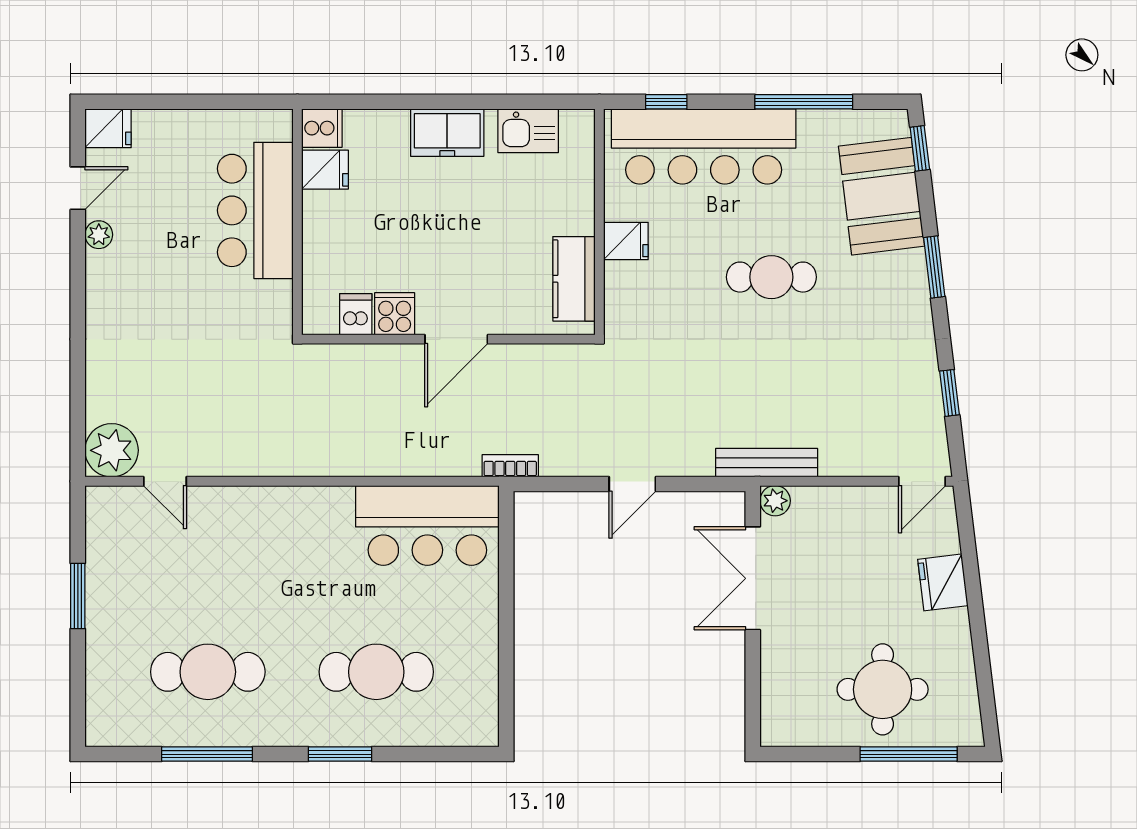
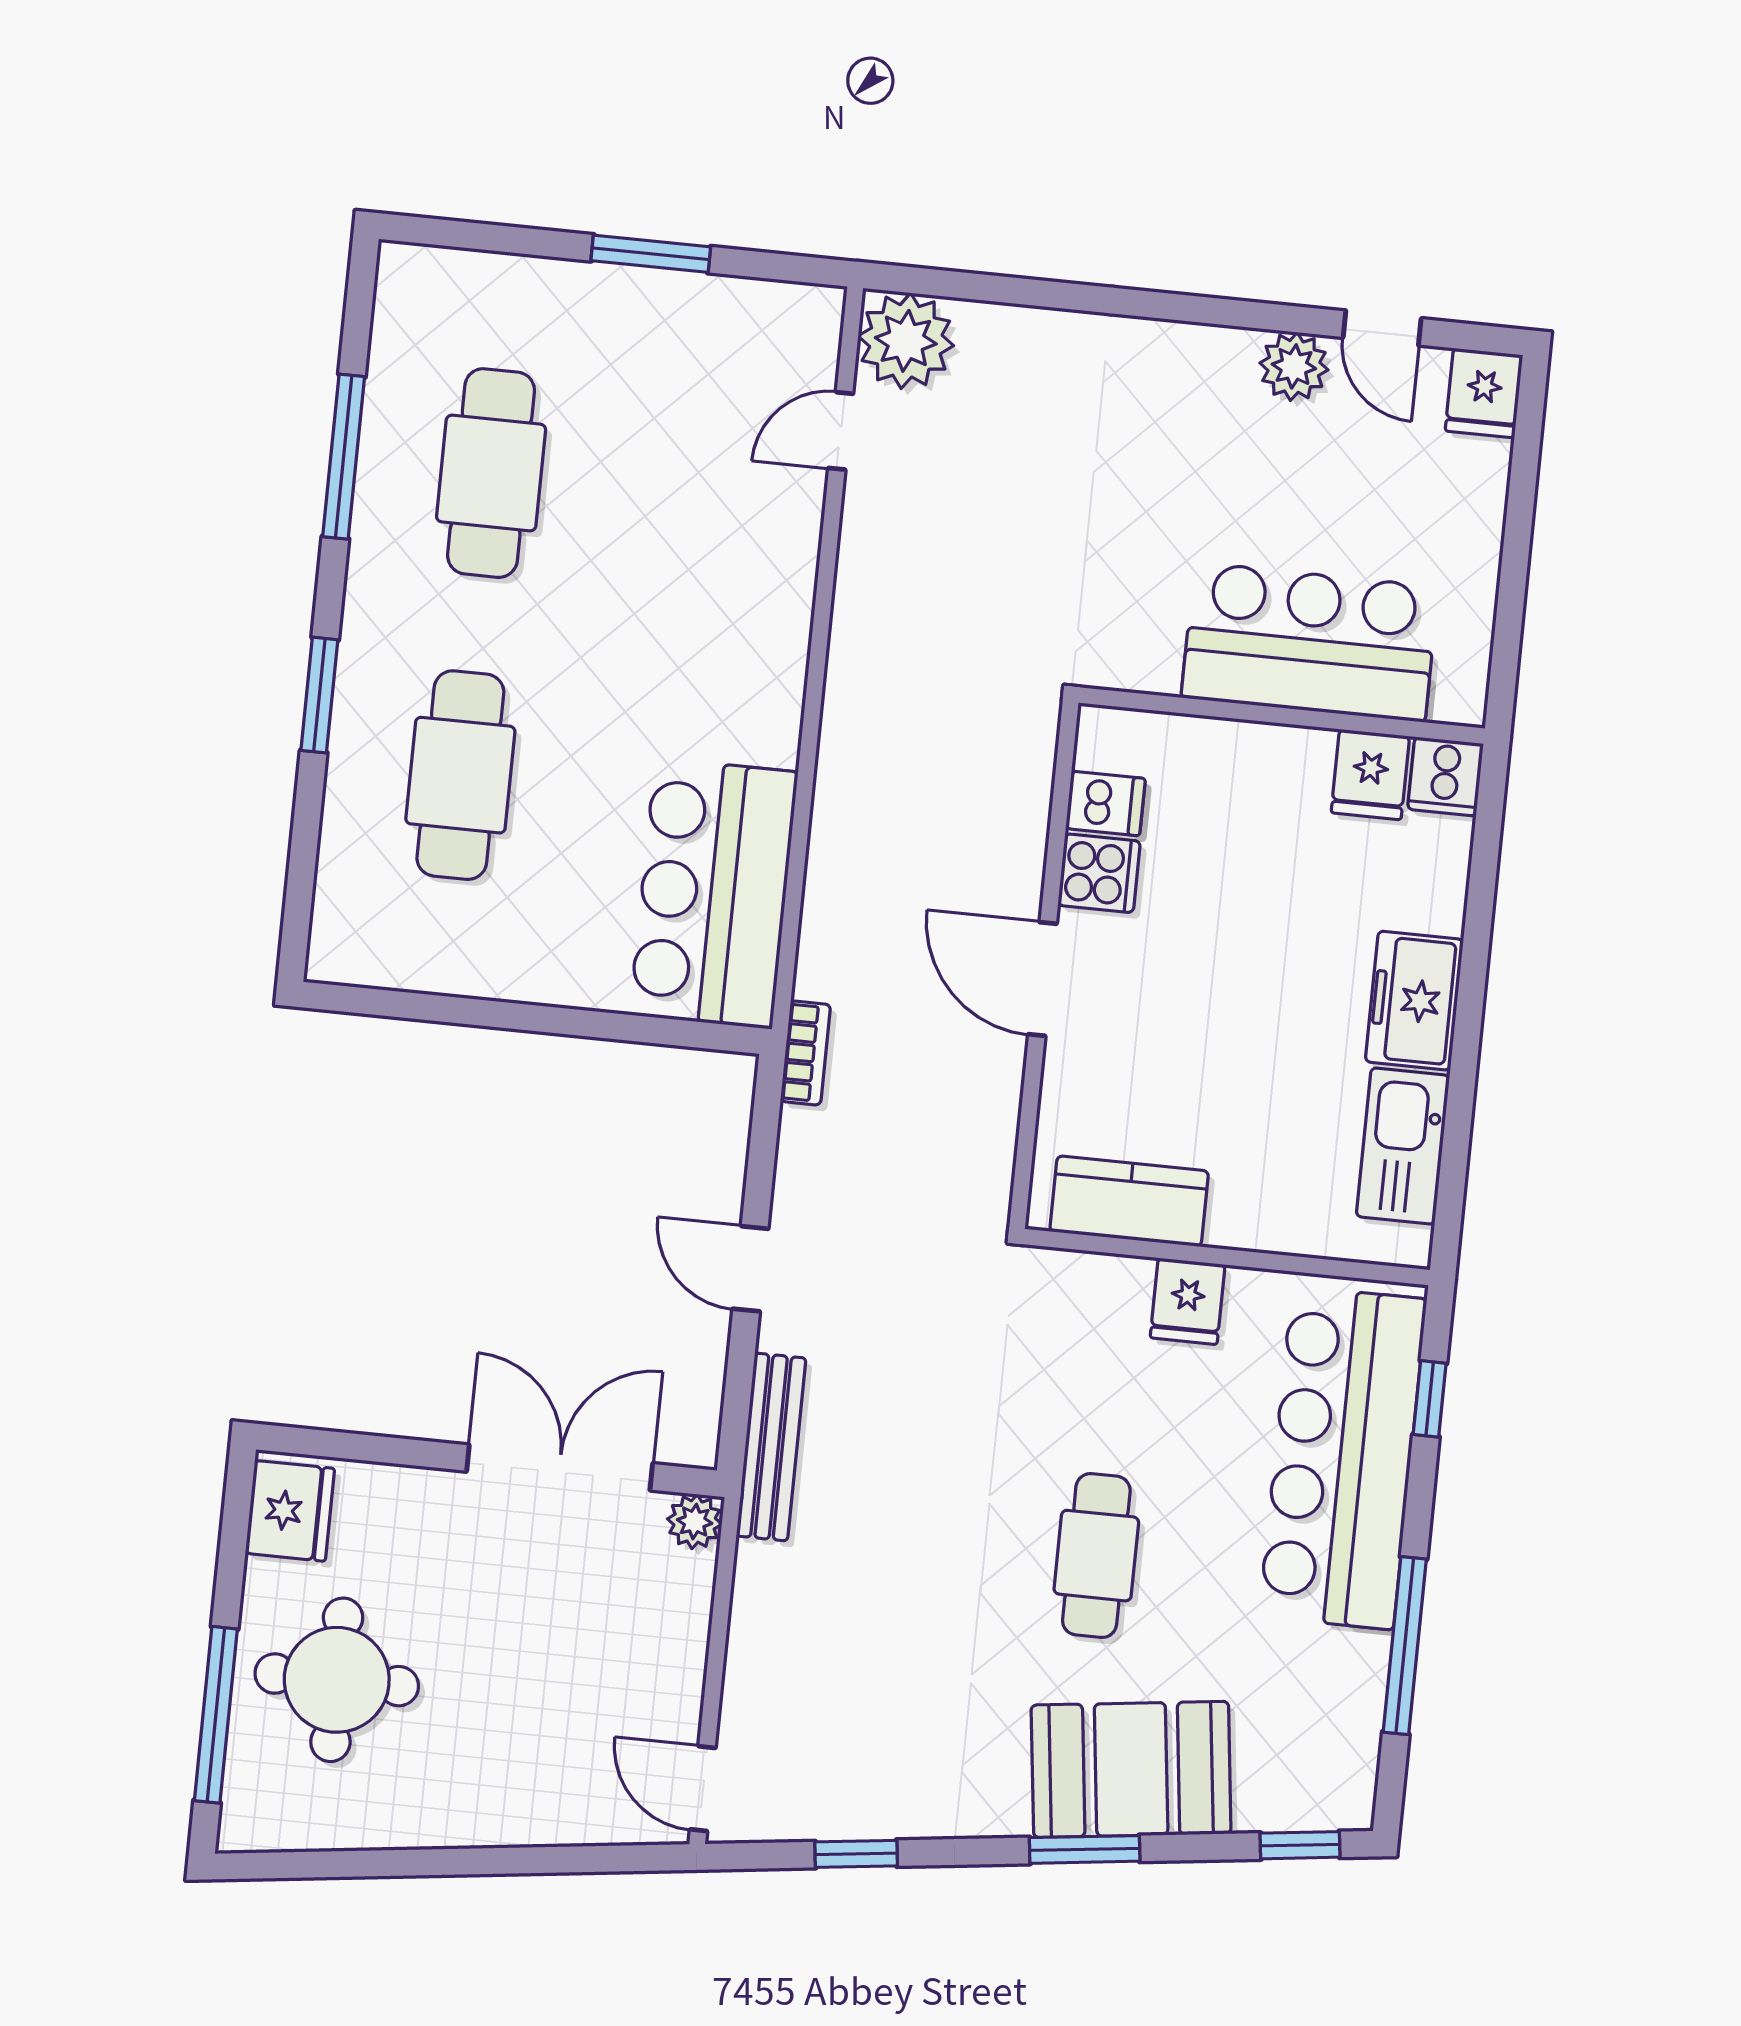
kitchen sink: (528, 131) -> (1403, 1146), width x1.38
booth: (881, 196) -> (1131, 1769), moved
plant: (99, 235) -> (1294, 366), width x1.38, depth x1.38
bench: (767, 463) -> (771, 1447), moved
fridge: (943, 582) -> (290, 1511), moved, turned 97

